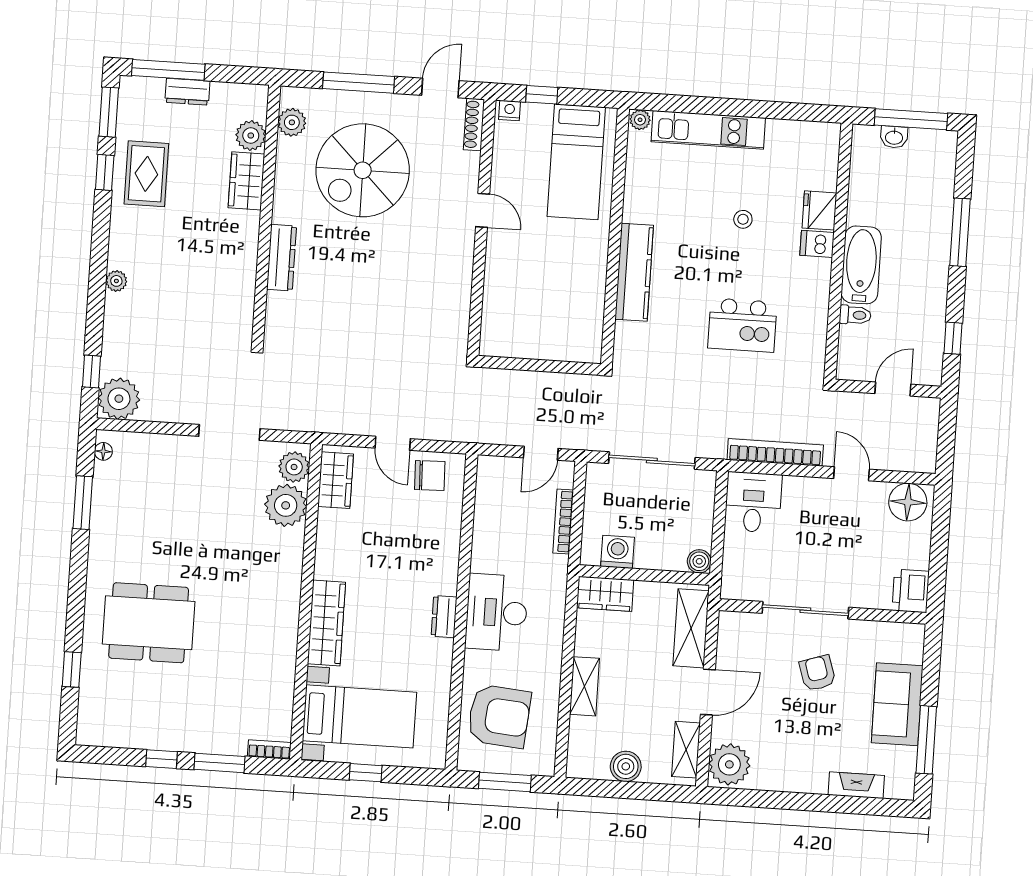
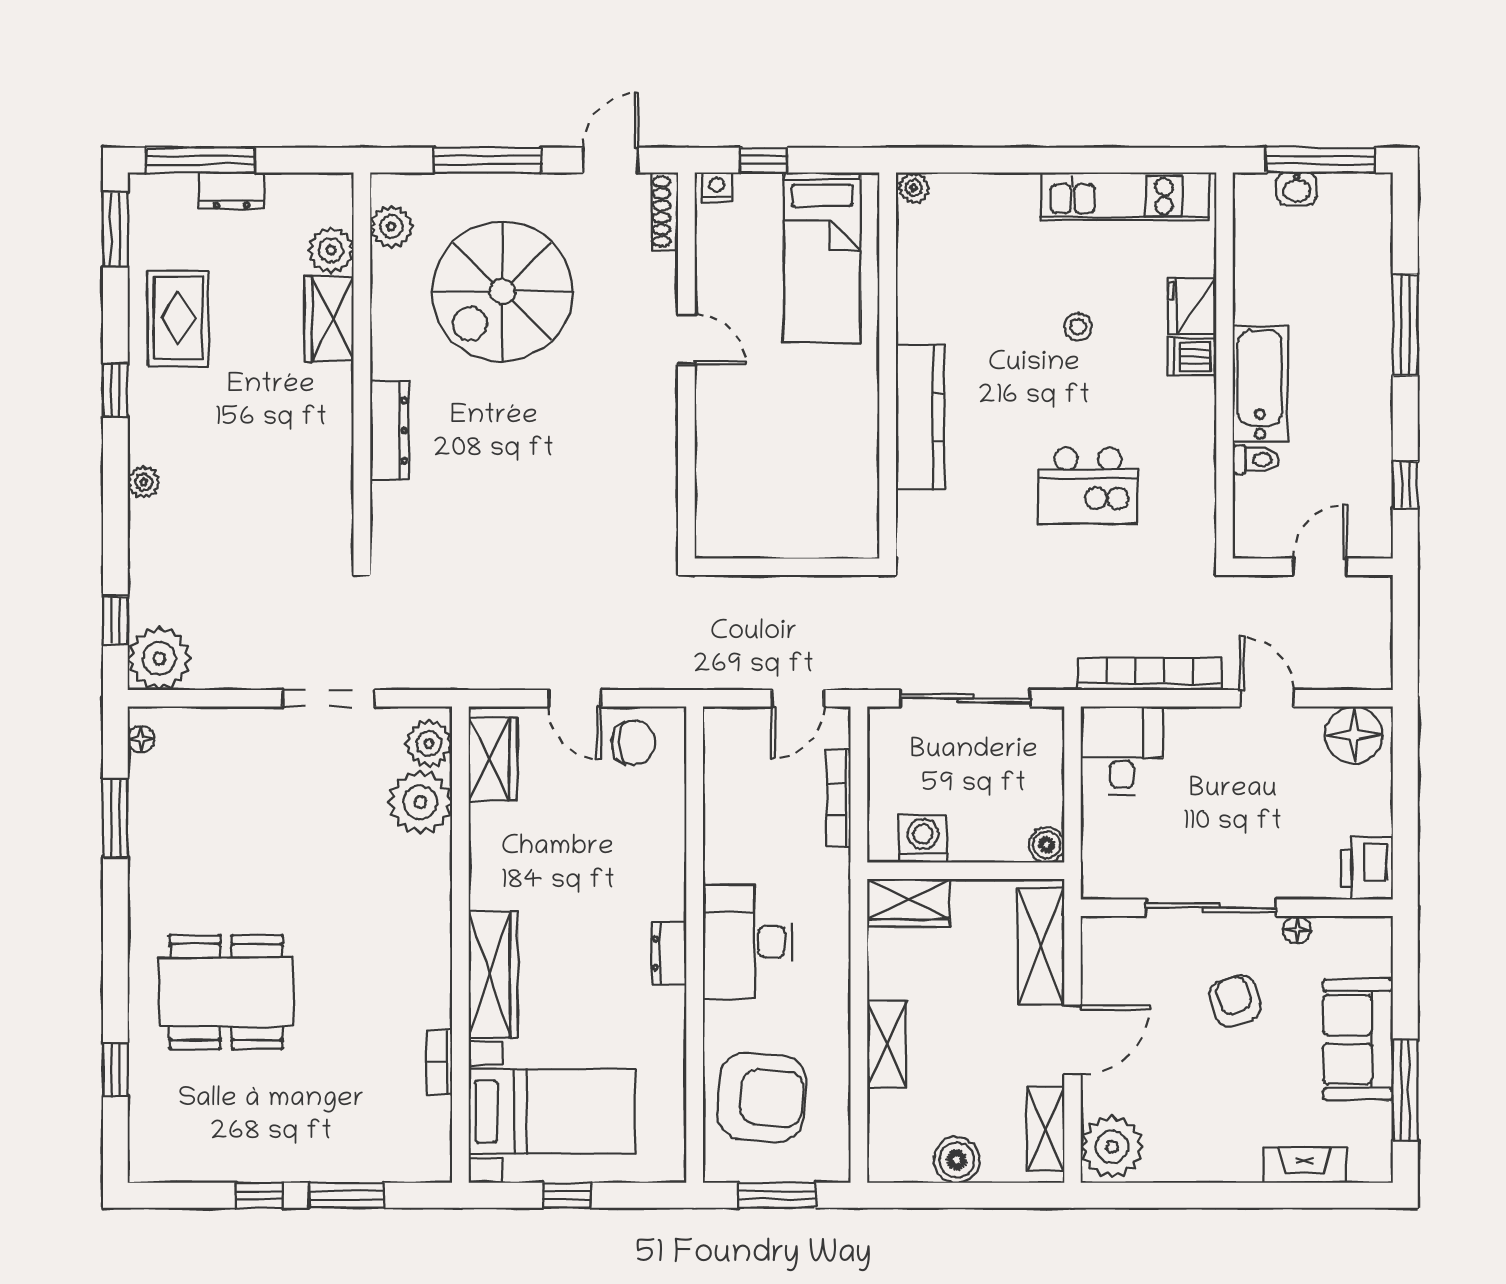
kitchen unit: (708, 130) -> (1125, 196), moved
window: (105, 172) -> (115, 390), moved
floor lamp: (861, 629) -> (1297, 930), added
bookcase: (269, 749) -> (439, 1062), moved, turned -90

